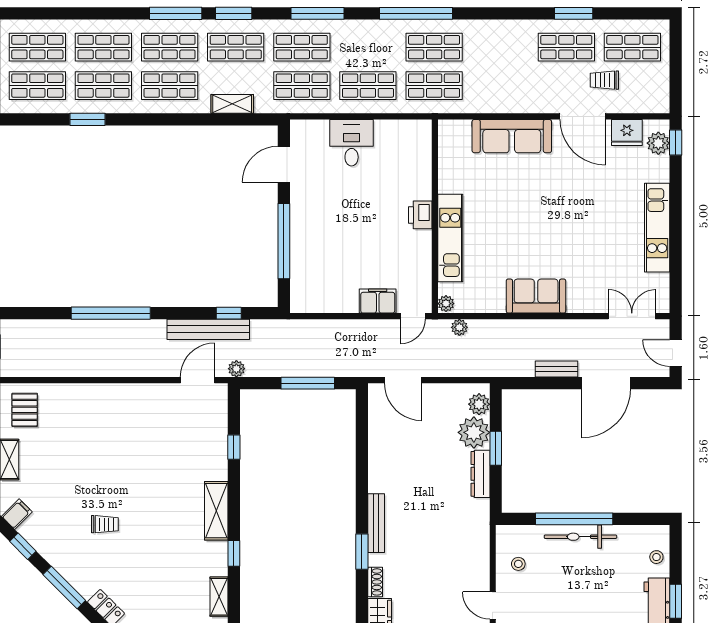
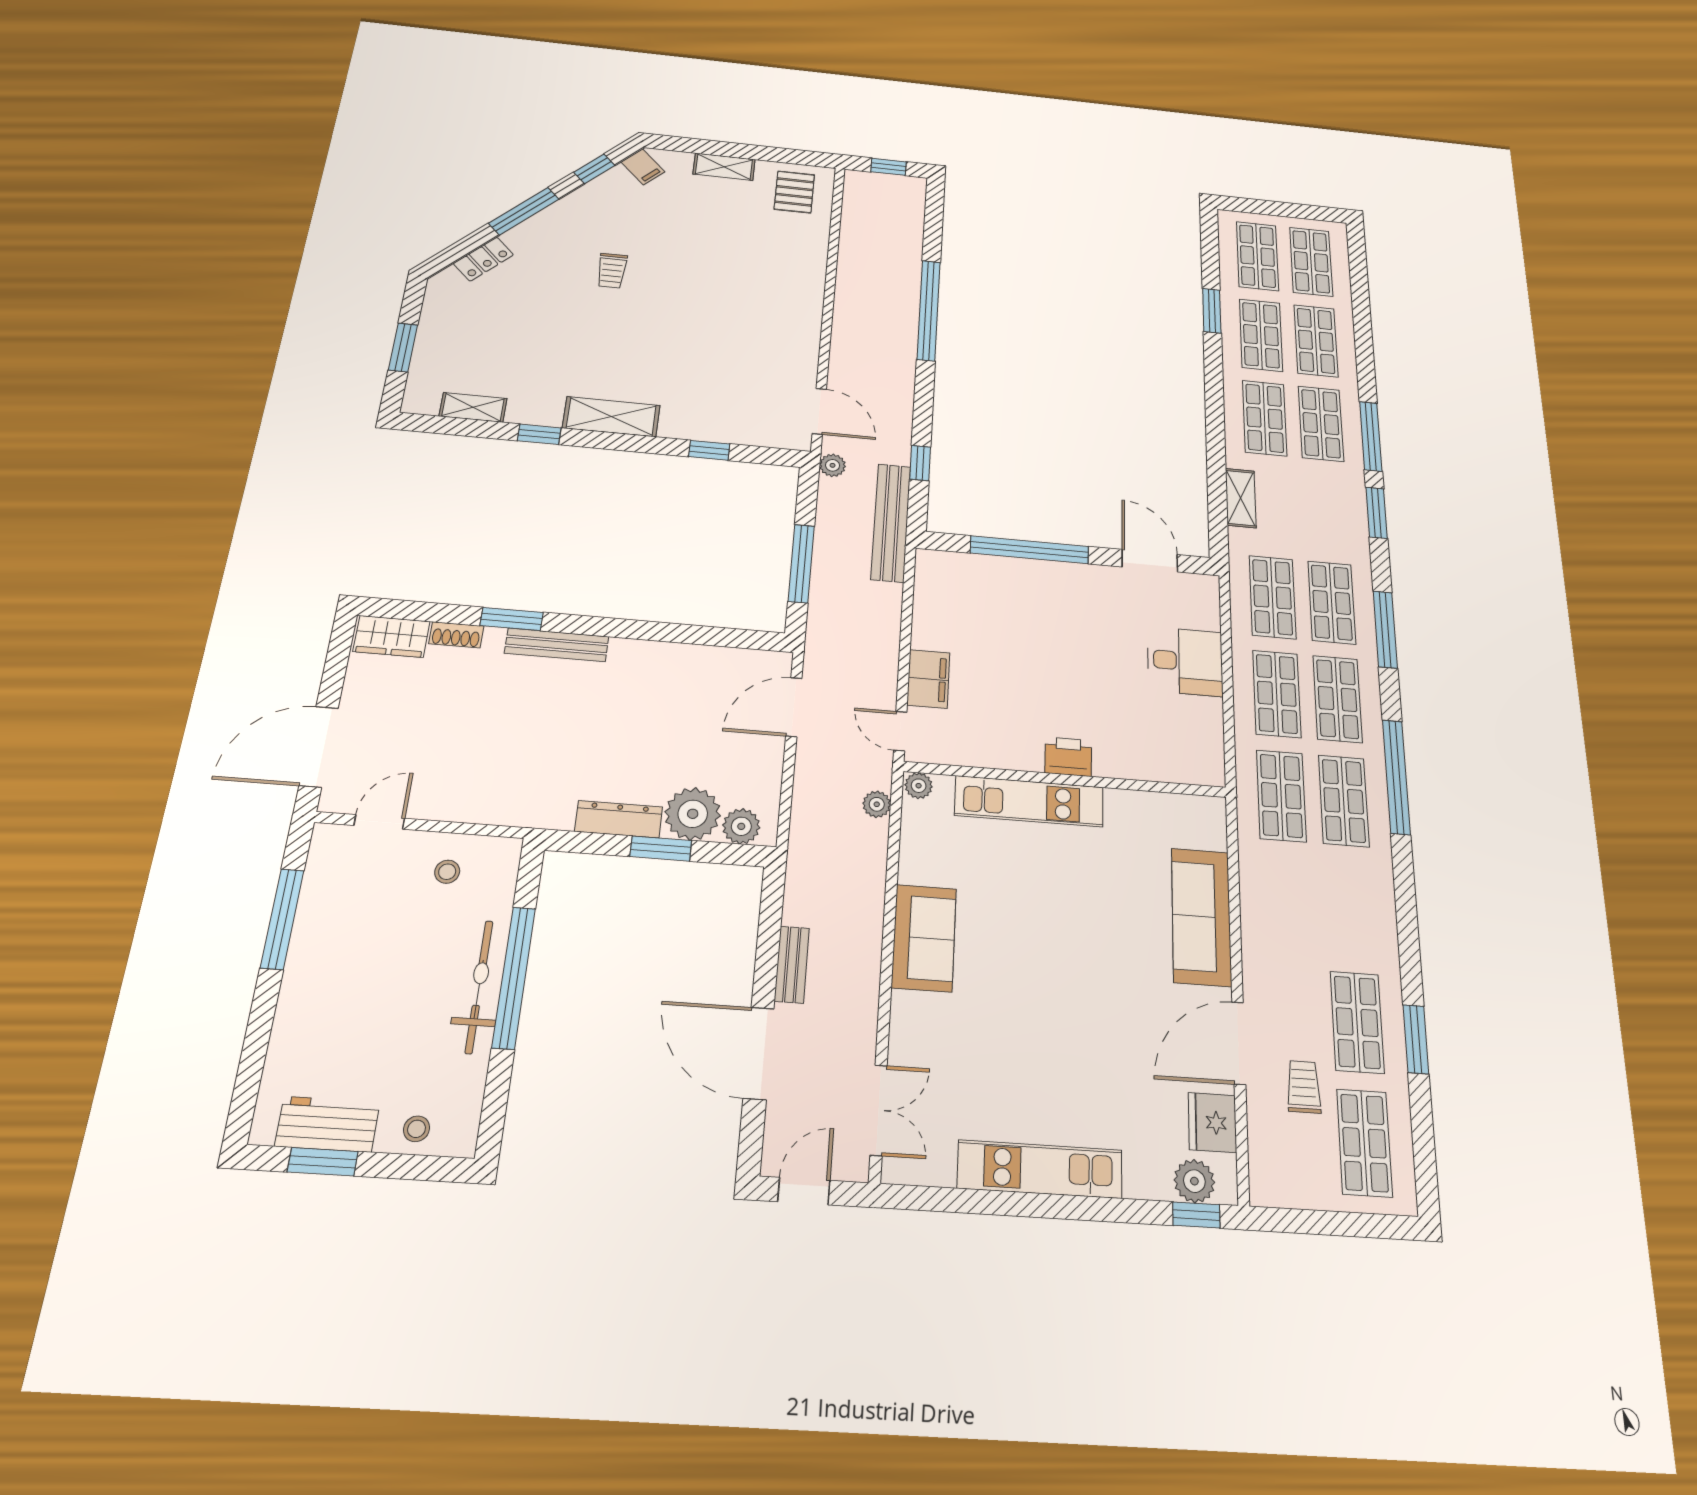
shop shelf: (236, 47) -> (1338, 699), moved
bench: (208, 329) -> (891, 523), moved
pallet: (25, 410) -> (794, 192), turned 90

